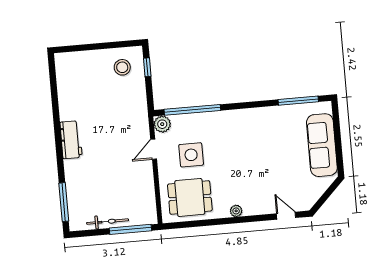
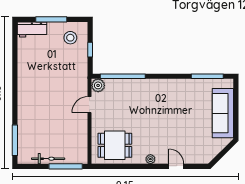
window: (96, 46) -> (51, 19), added
window: (147, 67) -> (90, 50), moved
workbench: (71, 140) -> (32, 30), moved, turned 90
side table: (191, 155) -> (119, 112), removed
door: (286, 216) -> (176, 166), moved

